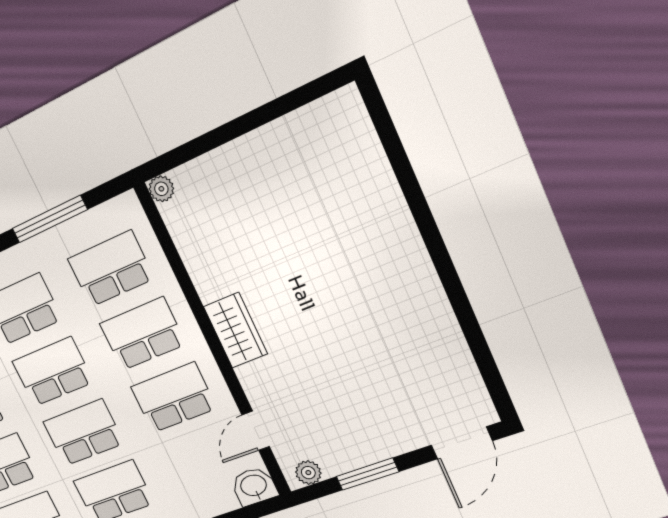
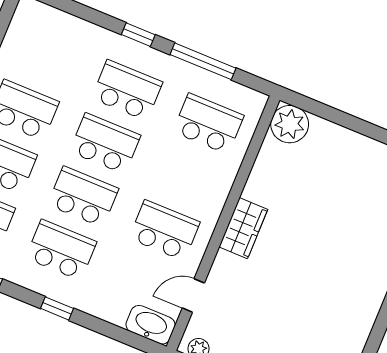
plant: (161, 189) -> (290, 124), width x1.88, depth x1.88
school desk: (143, 334) -> (186, 177), removed
washbasin: (254, 486) -> (151, 325), width x1.38

